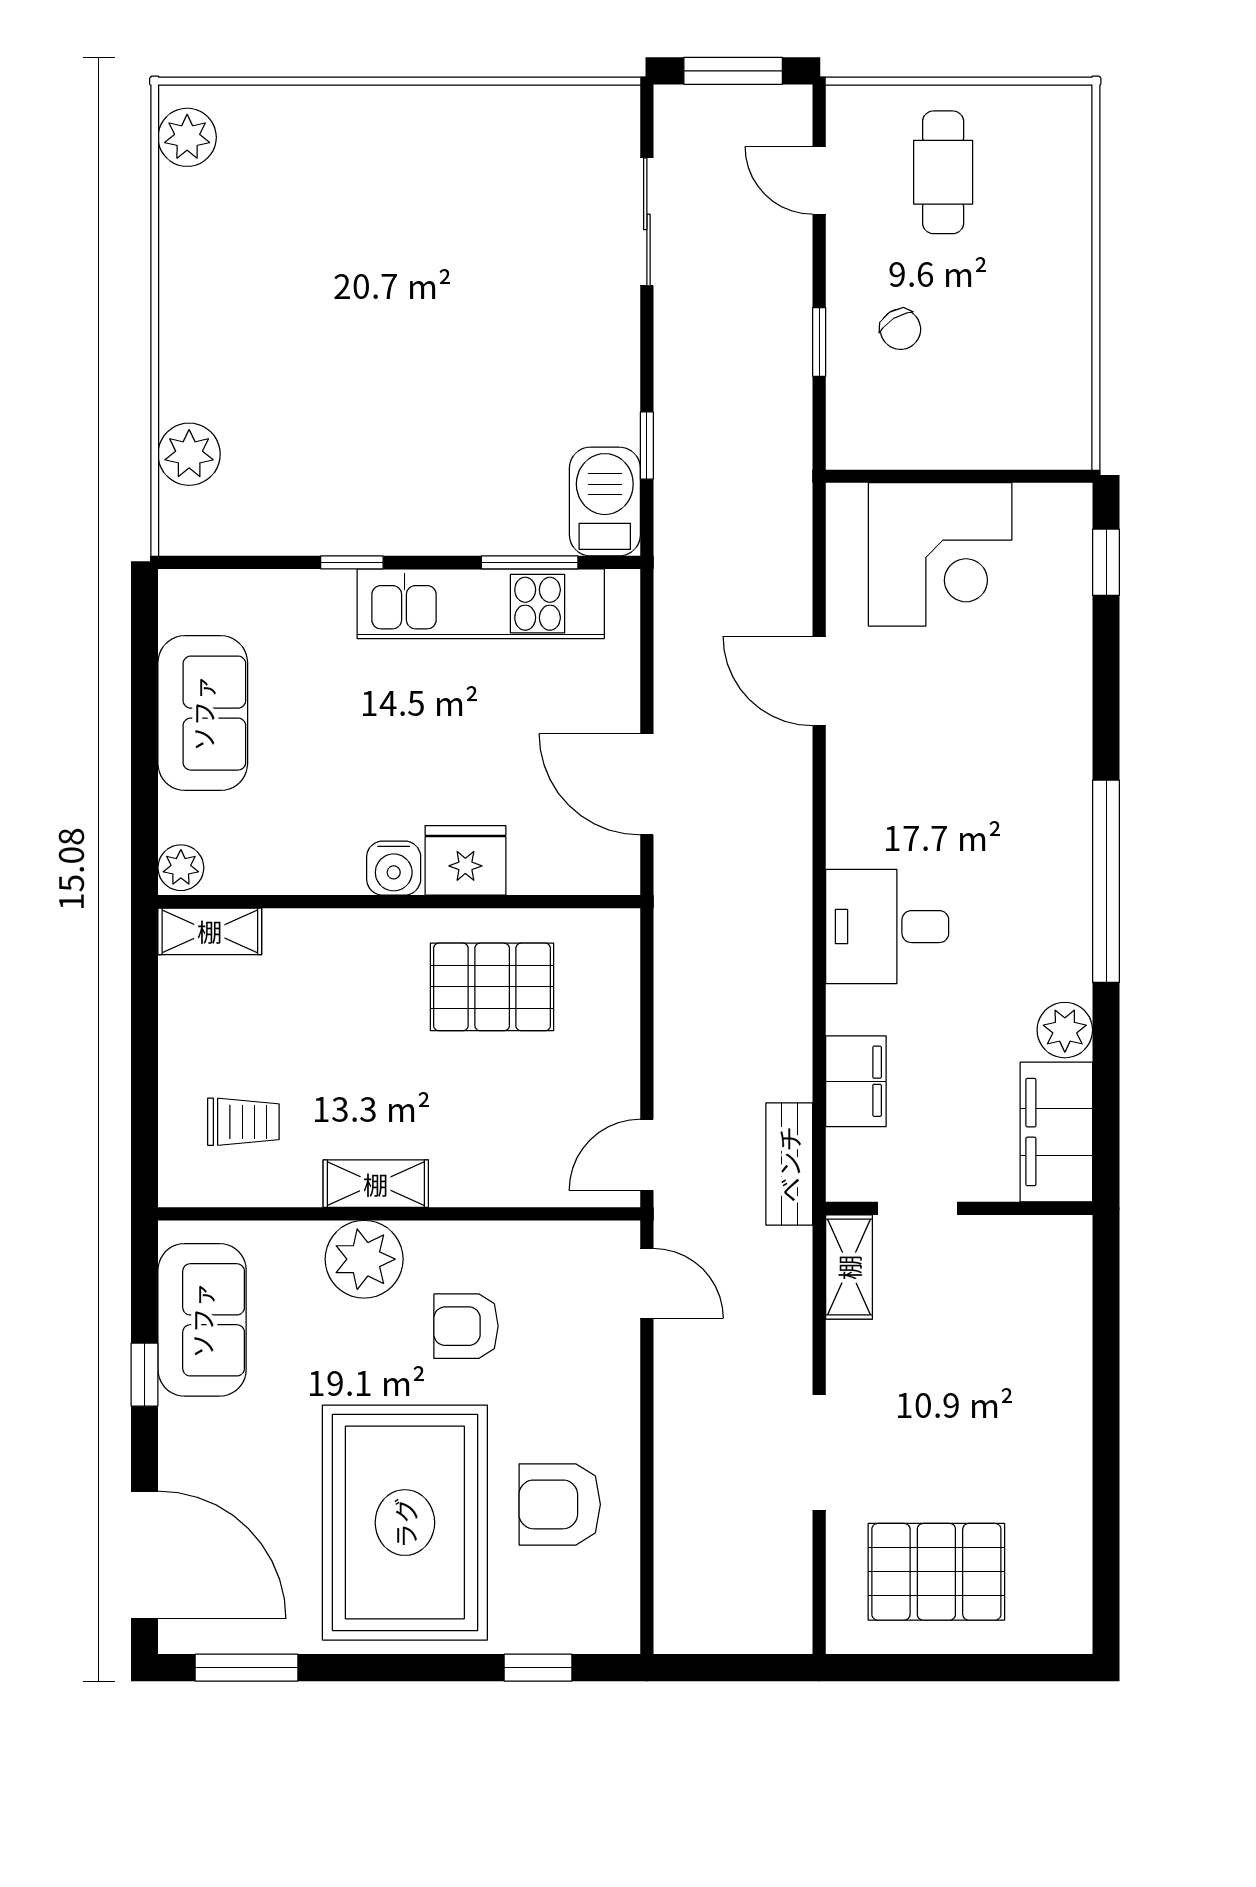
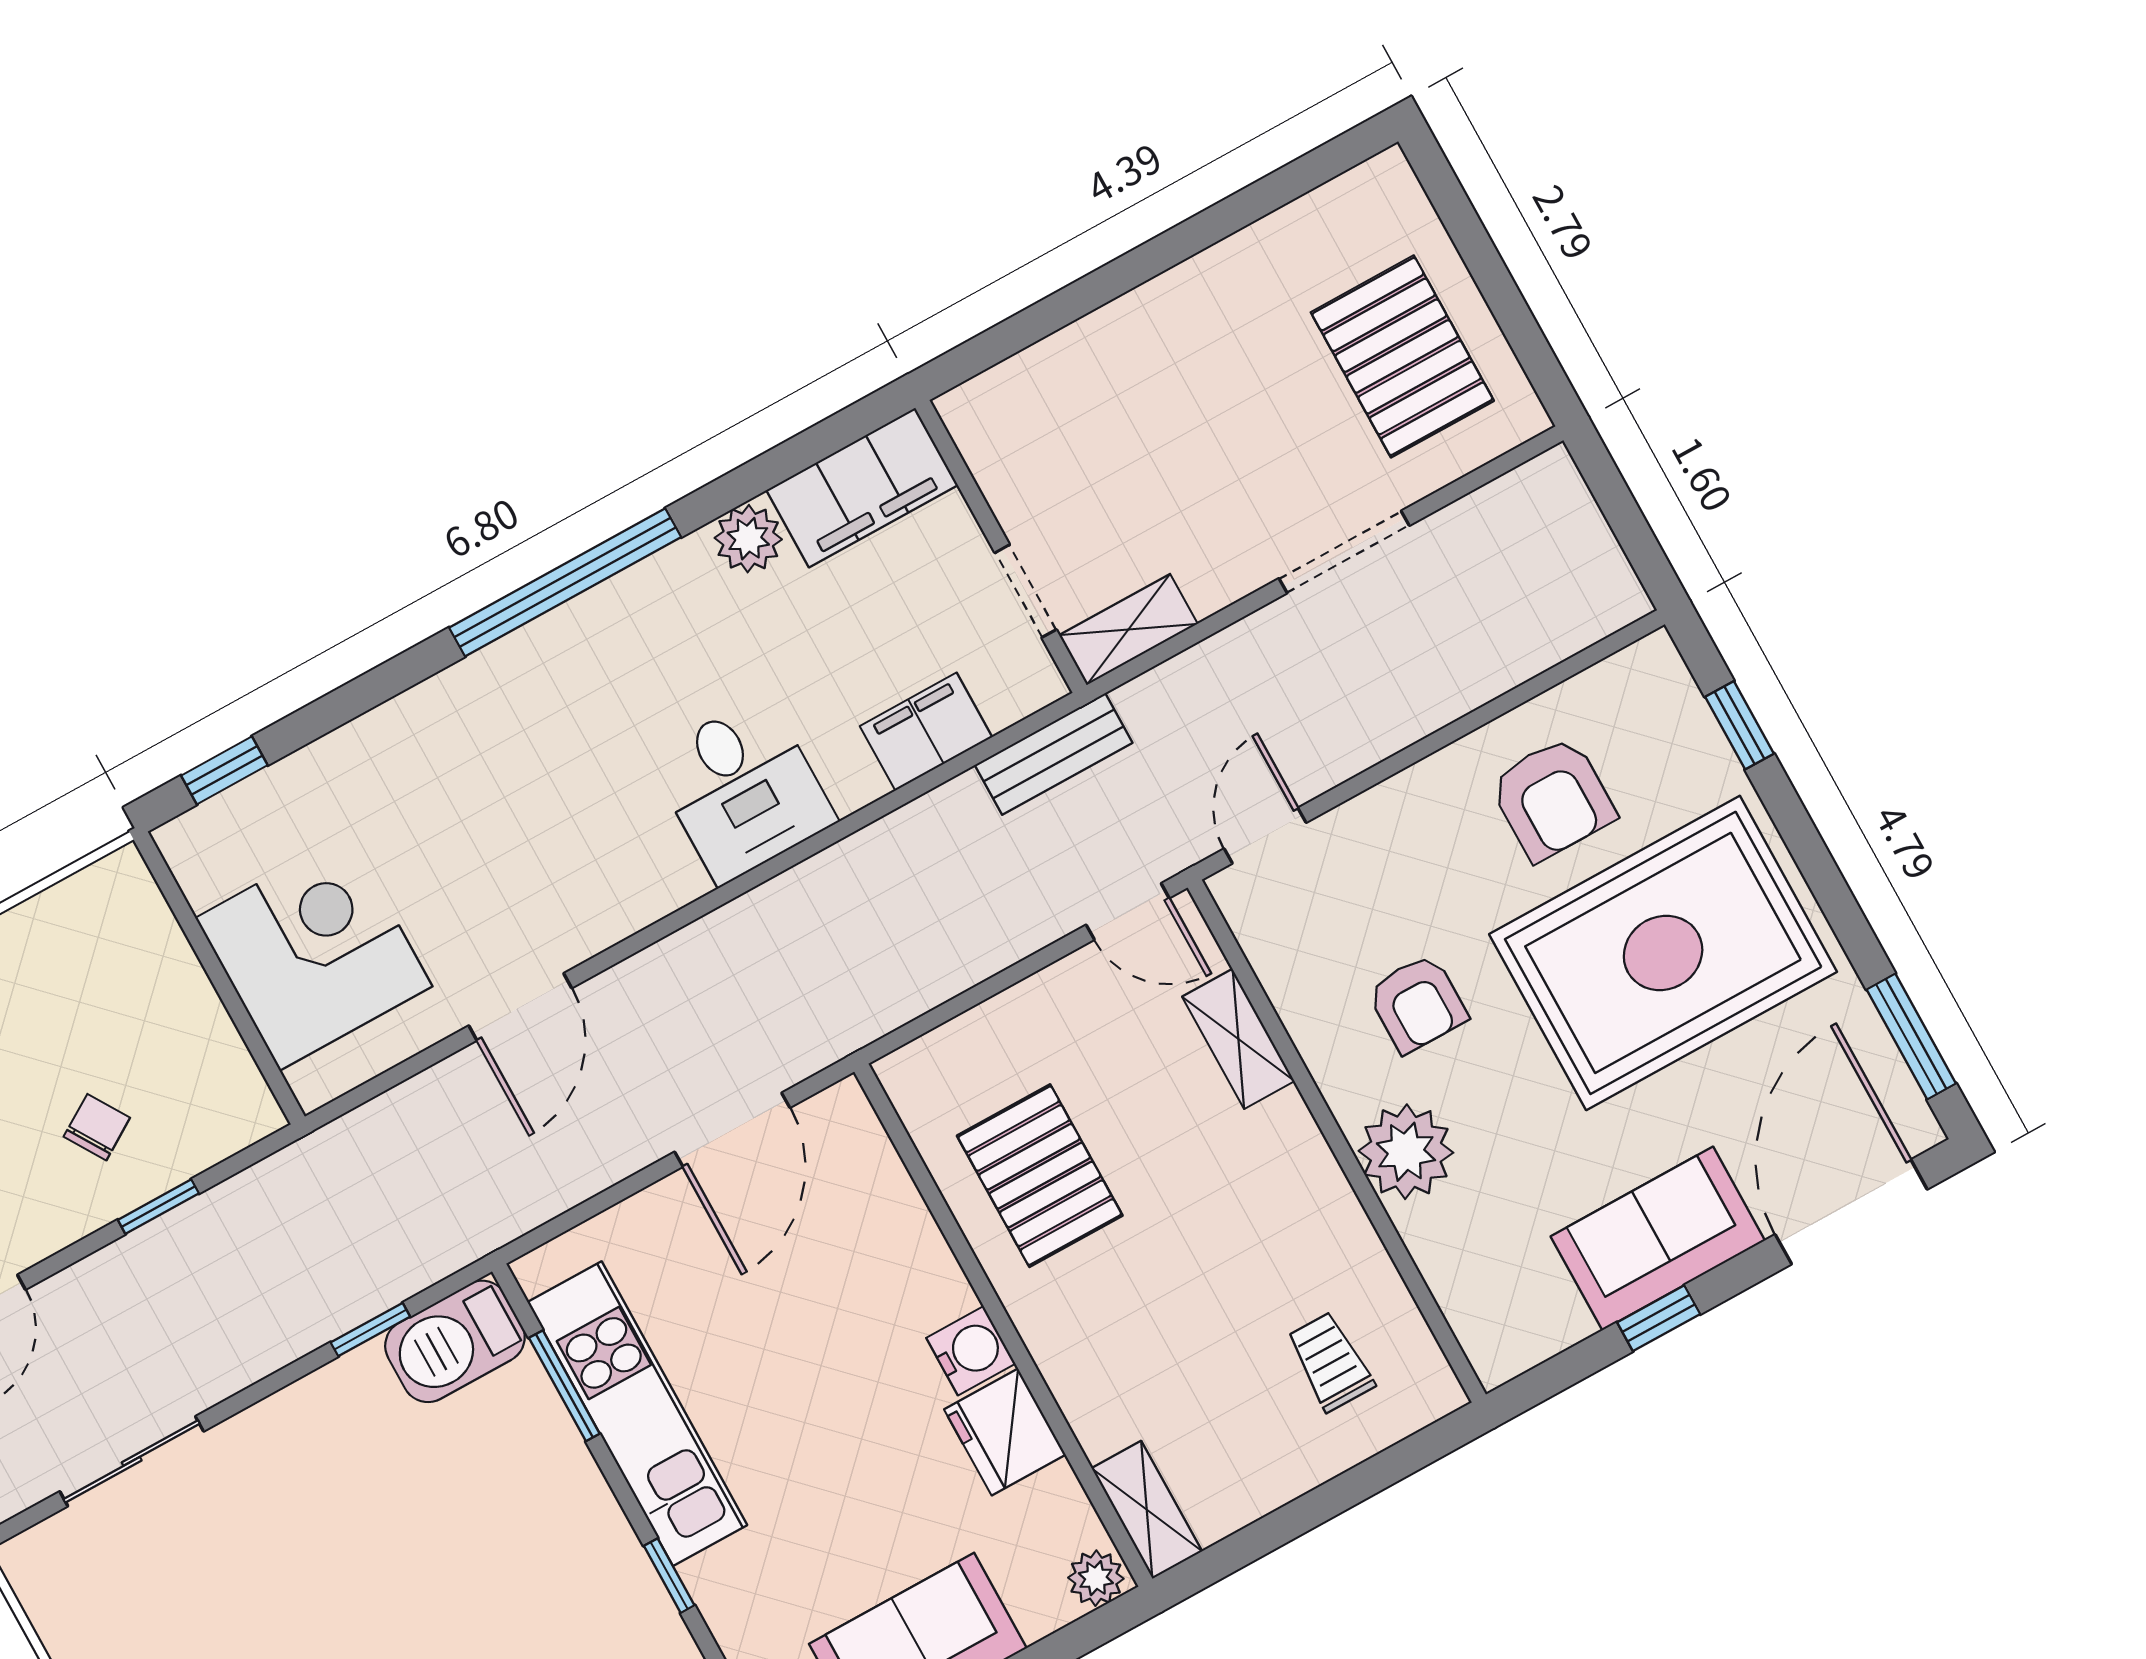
fridge: (465, 860) -> (1005, 1432), moved
shelving: (376, 1184) -> (1238, 1039), moved
sofa: (202, 1320) -> (1658, 1238), moved

